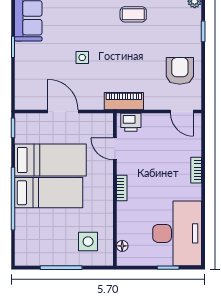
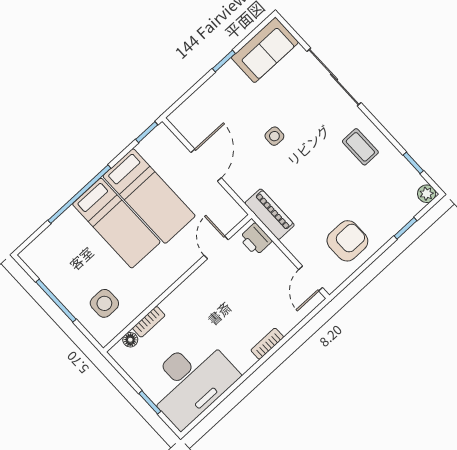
bookcase: (122, 188) -> (149, 322), moved

